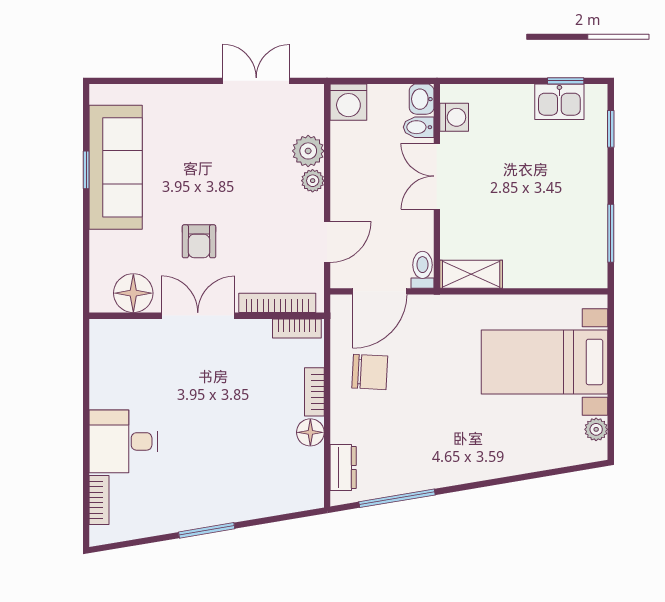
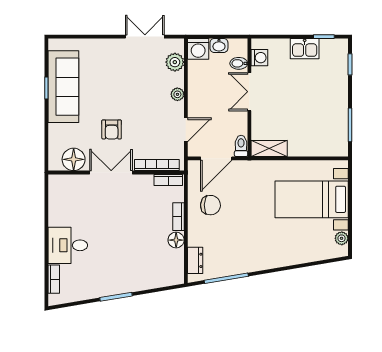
washbasin: (422, 99) -> (219, 45), moved, turned -90
kitchen sink: (559, 102) -> (305, 49), moved
plant: (308, 151) -> (175, 62), moved

